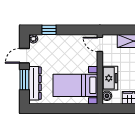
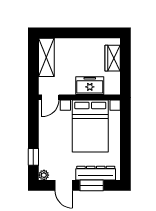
bed with nightstands: (75, 85) -> (90, 126), width x1.36
boiler: (107, 96) -> (110, 89), removed

